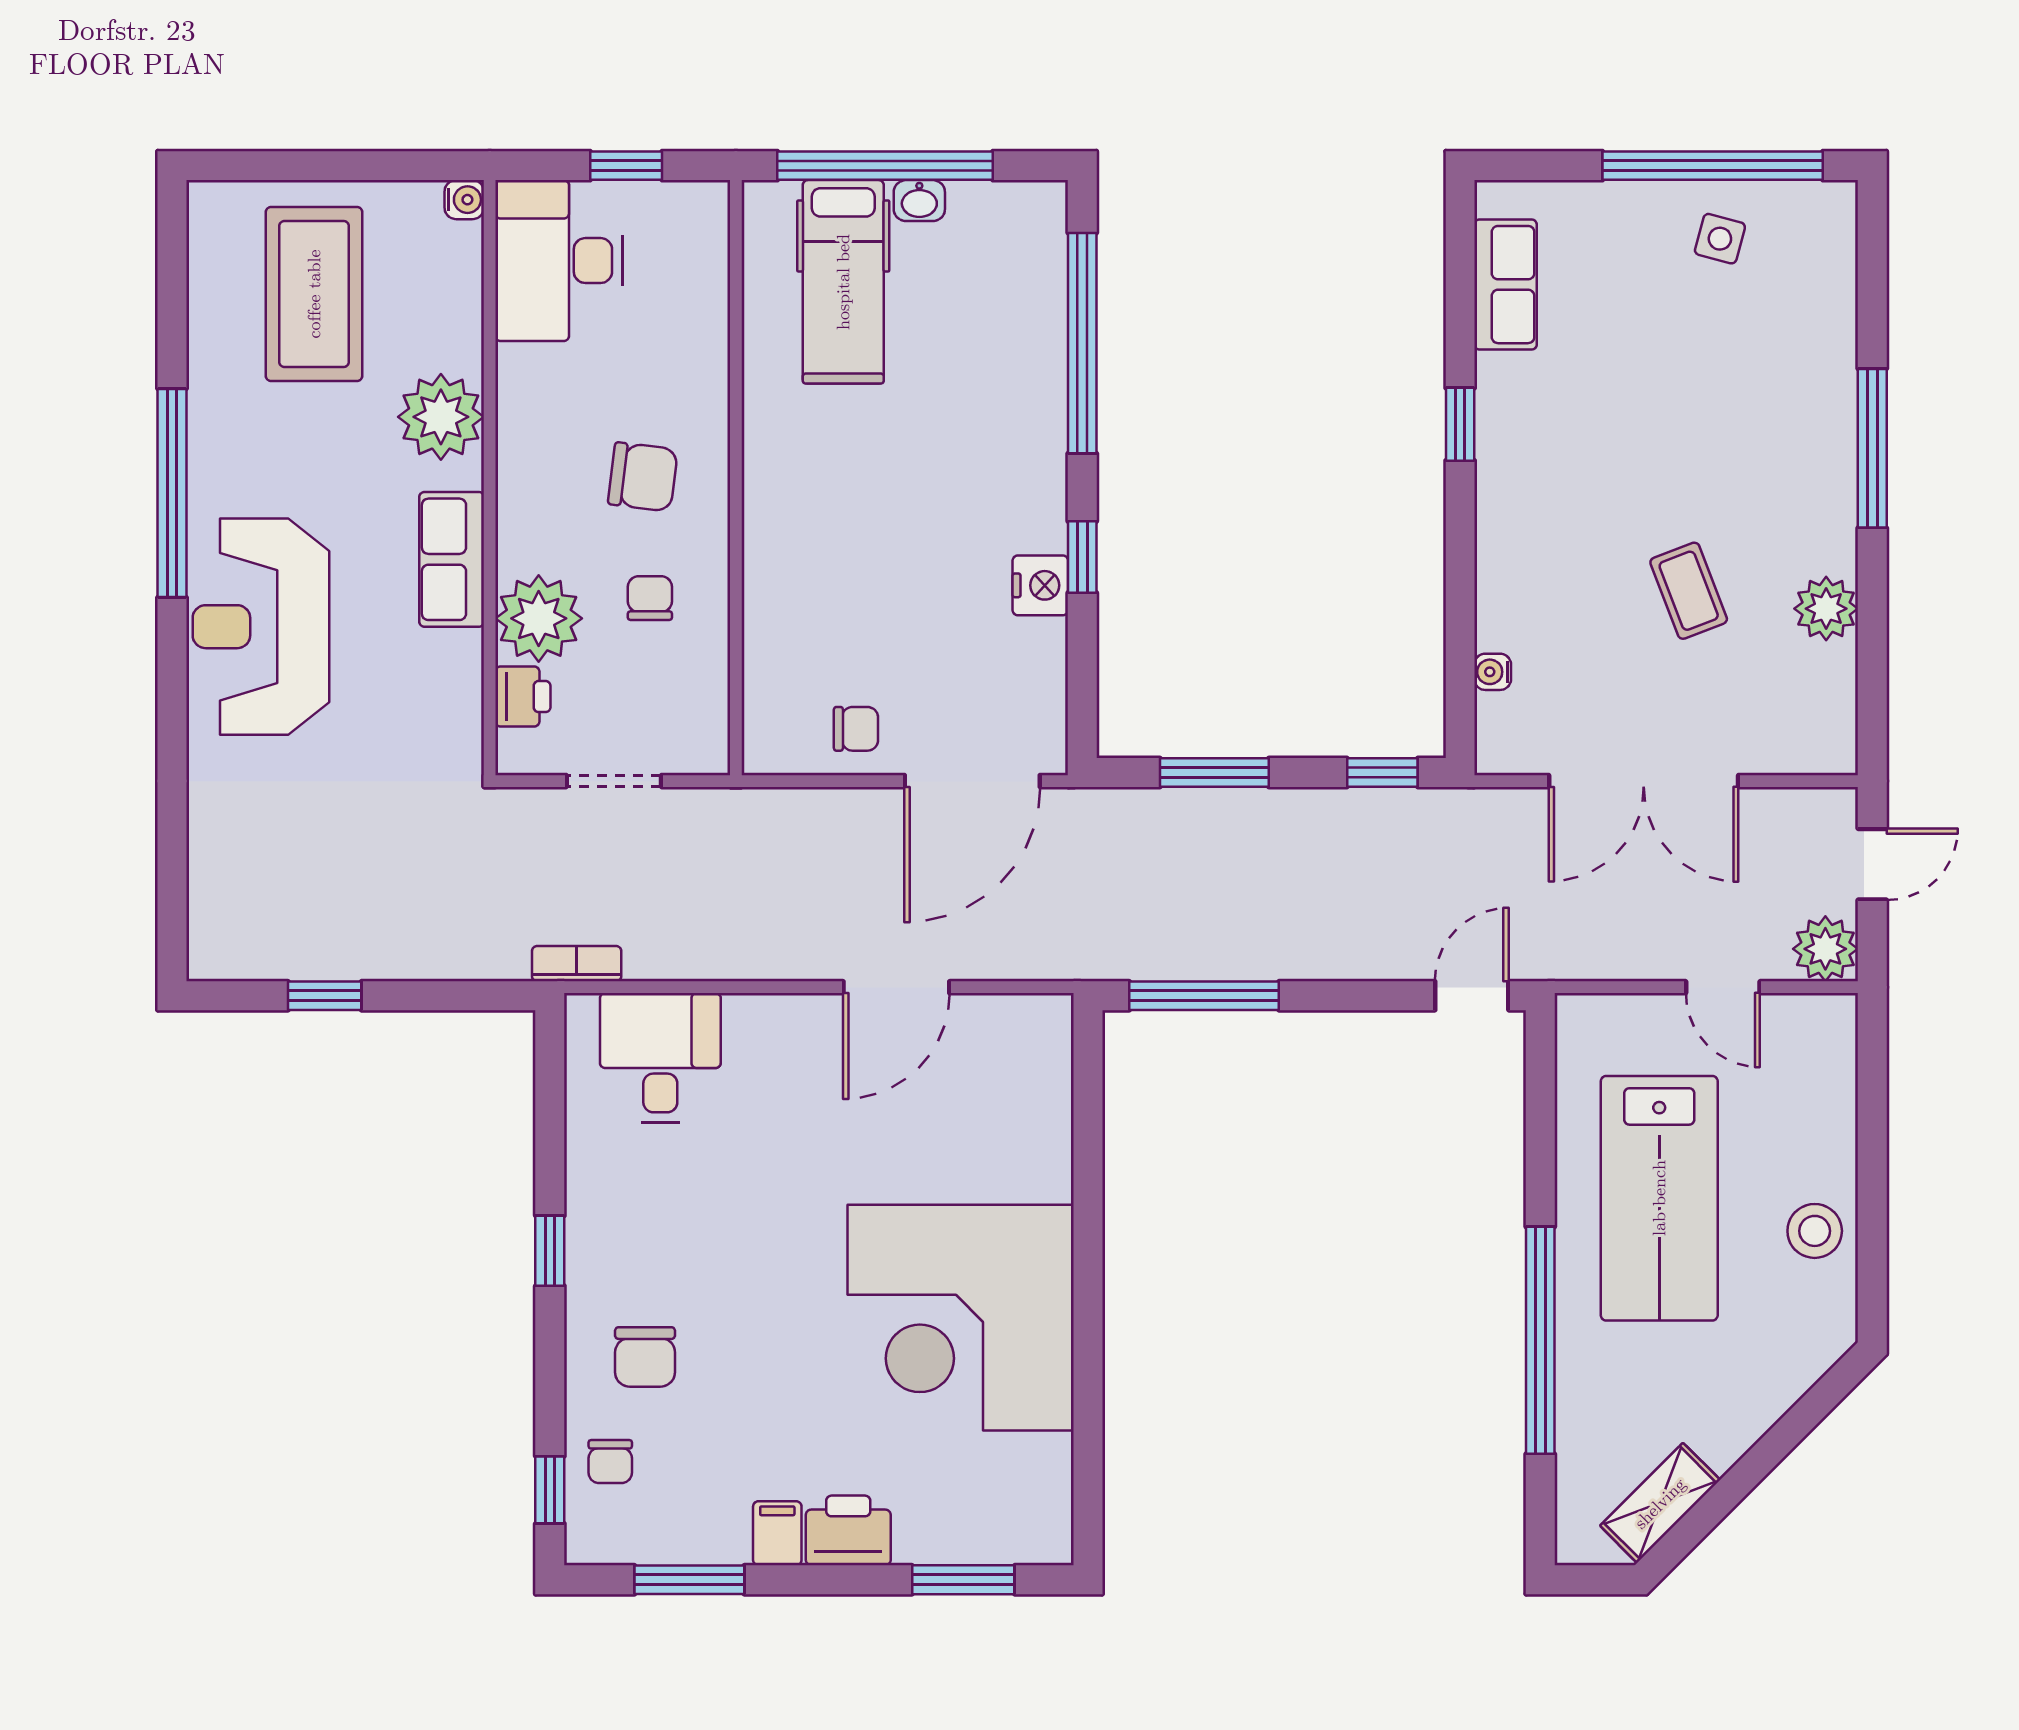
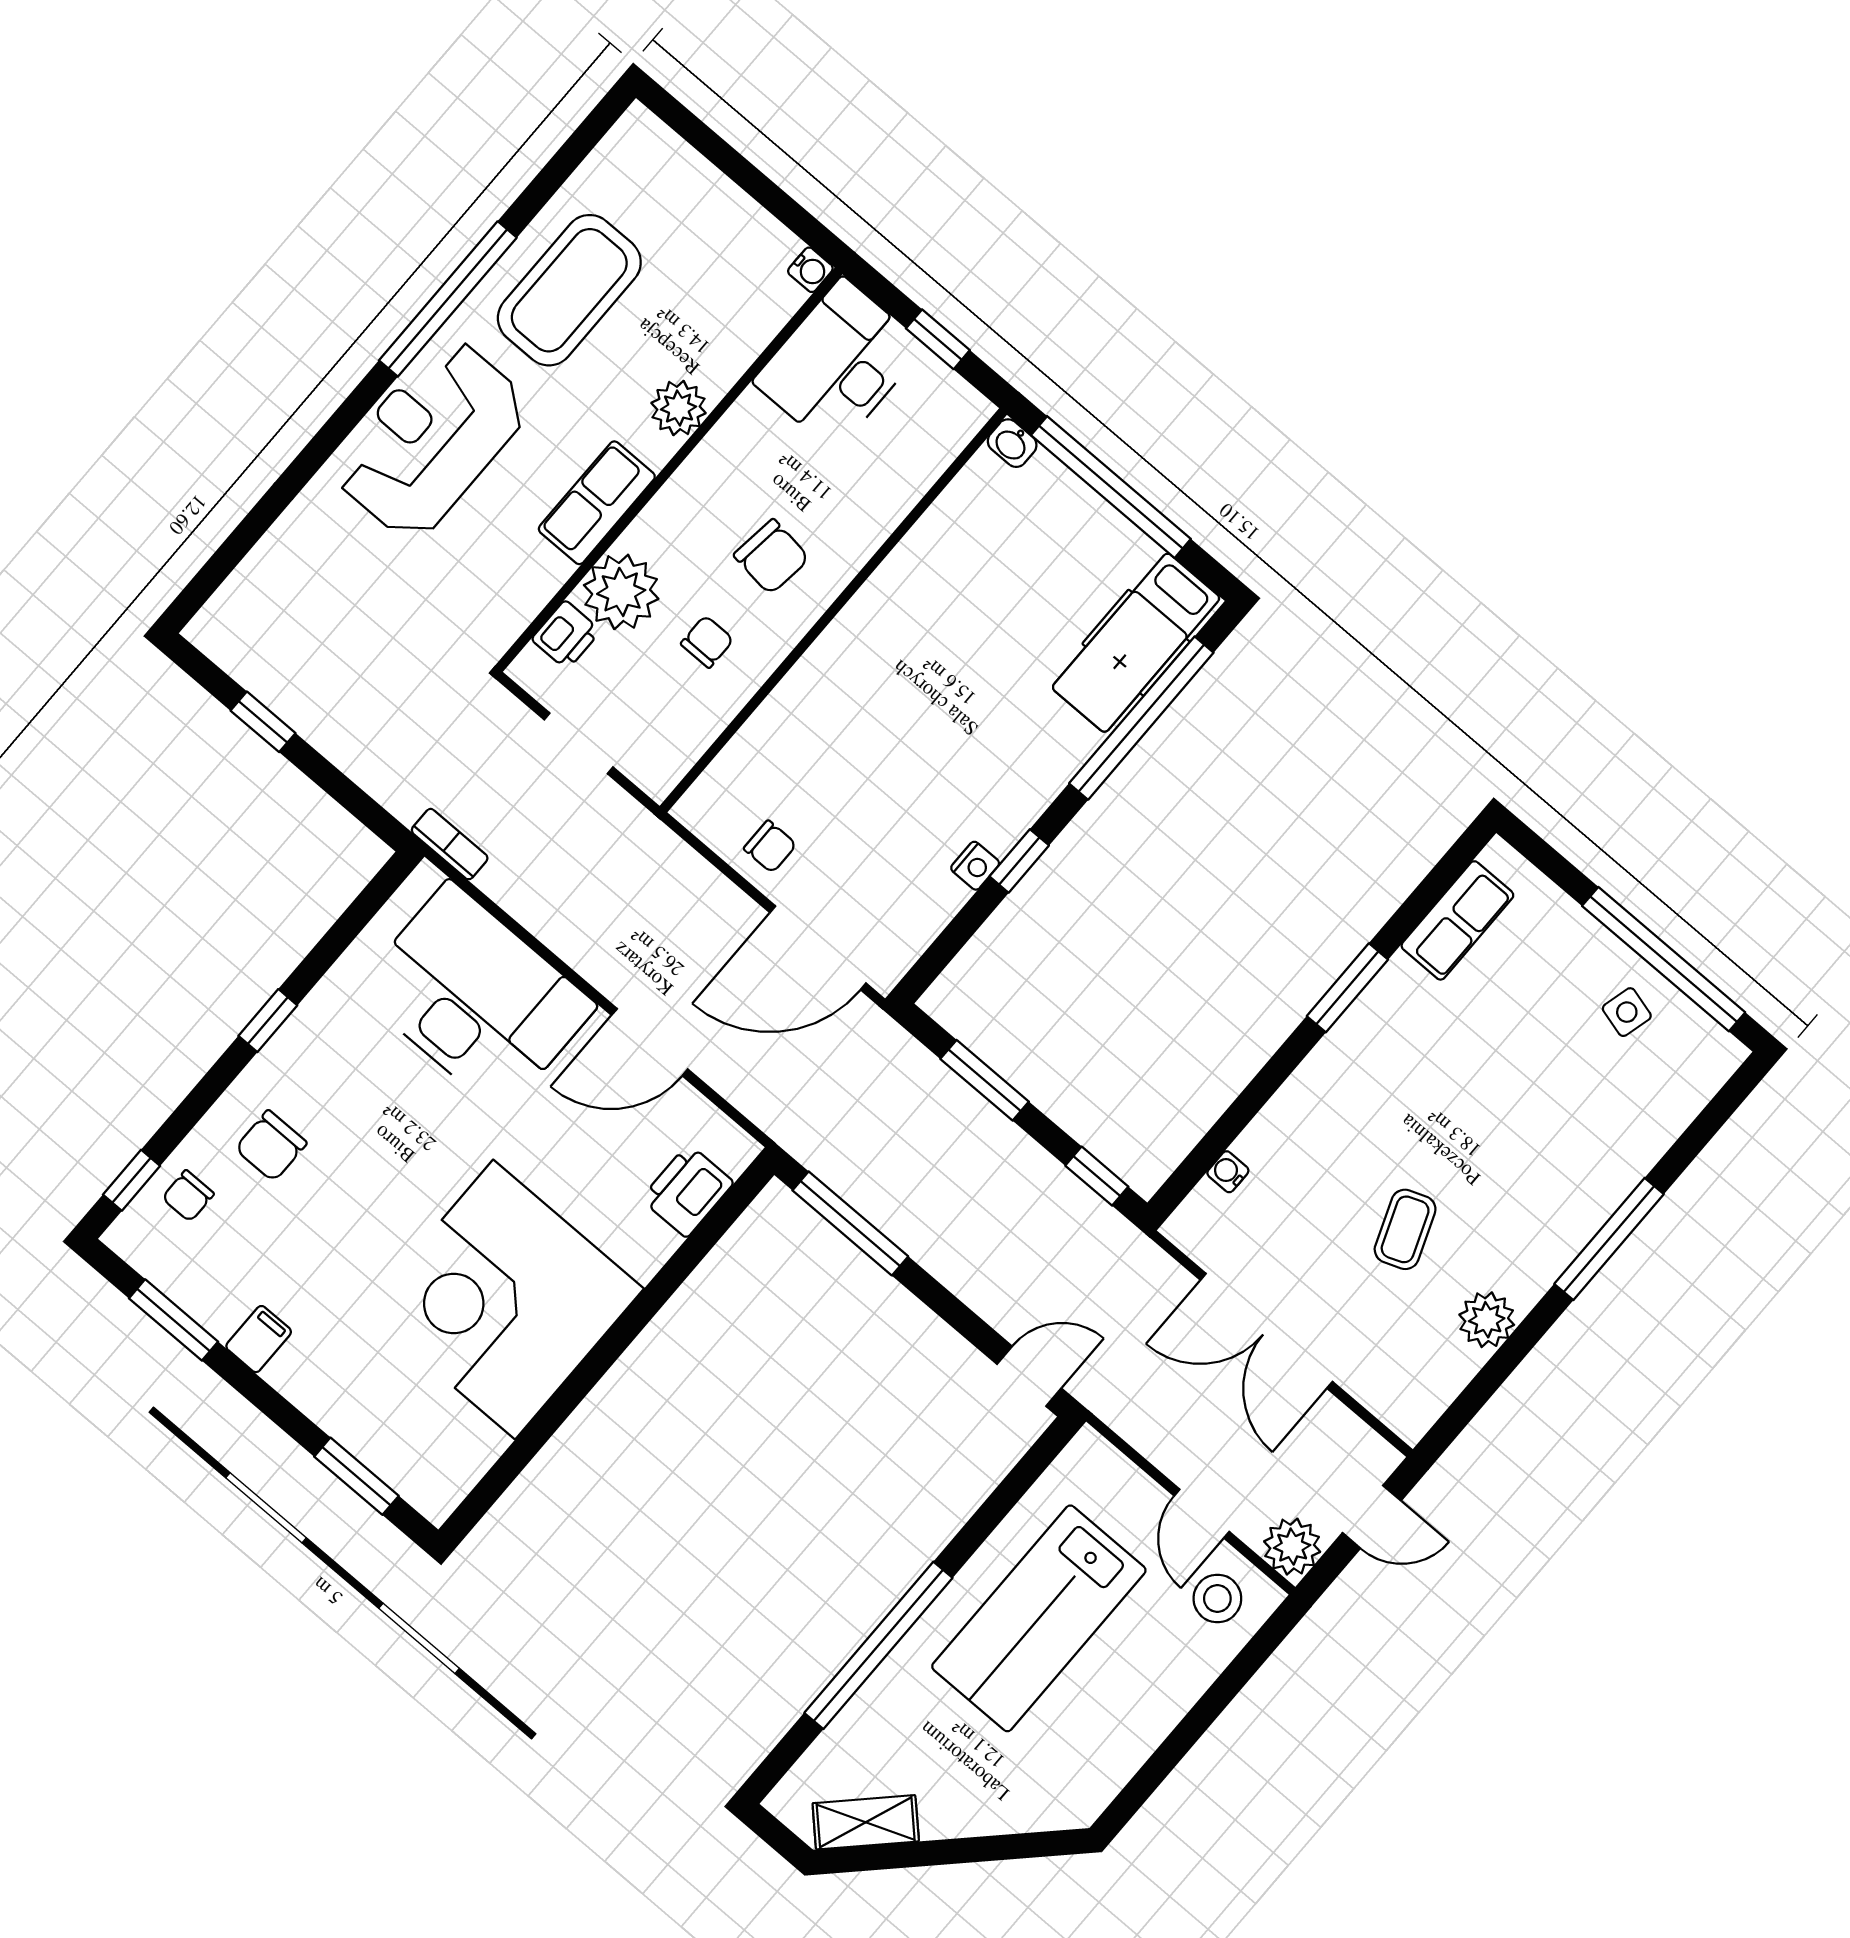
washbasin: (919, 201) -> (1012, 443), moved
hospital bed: (843, 282) -> (1136, 643), moved
coffee table: (314, 294) -> (569, 290), moved
plant: (441, 417) -> (679, 408), width x0.73, depth x0.73
window: (1460, 424) -> (1347, 988), width x1.50
nightstand: (1040, 585) -> (975, 866), width x0.72, depth x0.74
desk: (660, 1058) -> (476, 998), width x1.87, depth x1.30
stool: (1815, 1231) -> (1217, 1599), moved
printer: (848, 1530) -> (687, 1191), moved, turned -90

